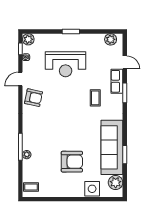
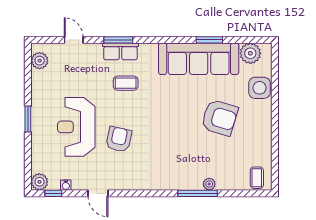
door: (125, 62) -> (74, 40), hinge flipped
reception desk: (66, 64) -> (76, 127), turned 180
row of seats: (117, 81) -> (120, 51), moved
armchair: (33, 98) -> (119, 139), moved
armchair: (72, 162) -> (220, 118), turned 107

